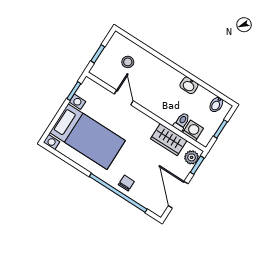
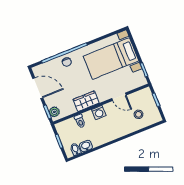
washbasin: (189, 85) -> (86, 146), moved
washing machine: (193, 130) -> (99, 113), moved
wardrobe: (169, 140) -> (86, 101), moved

